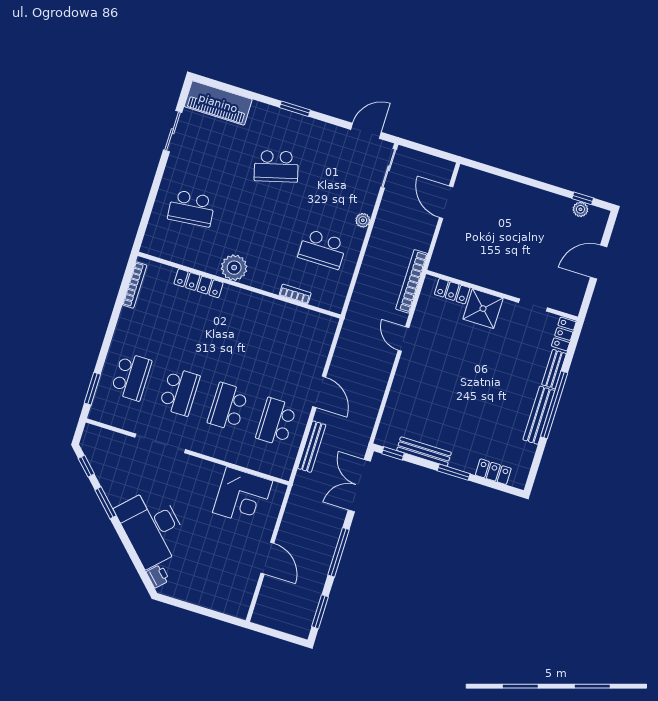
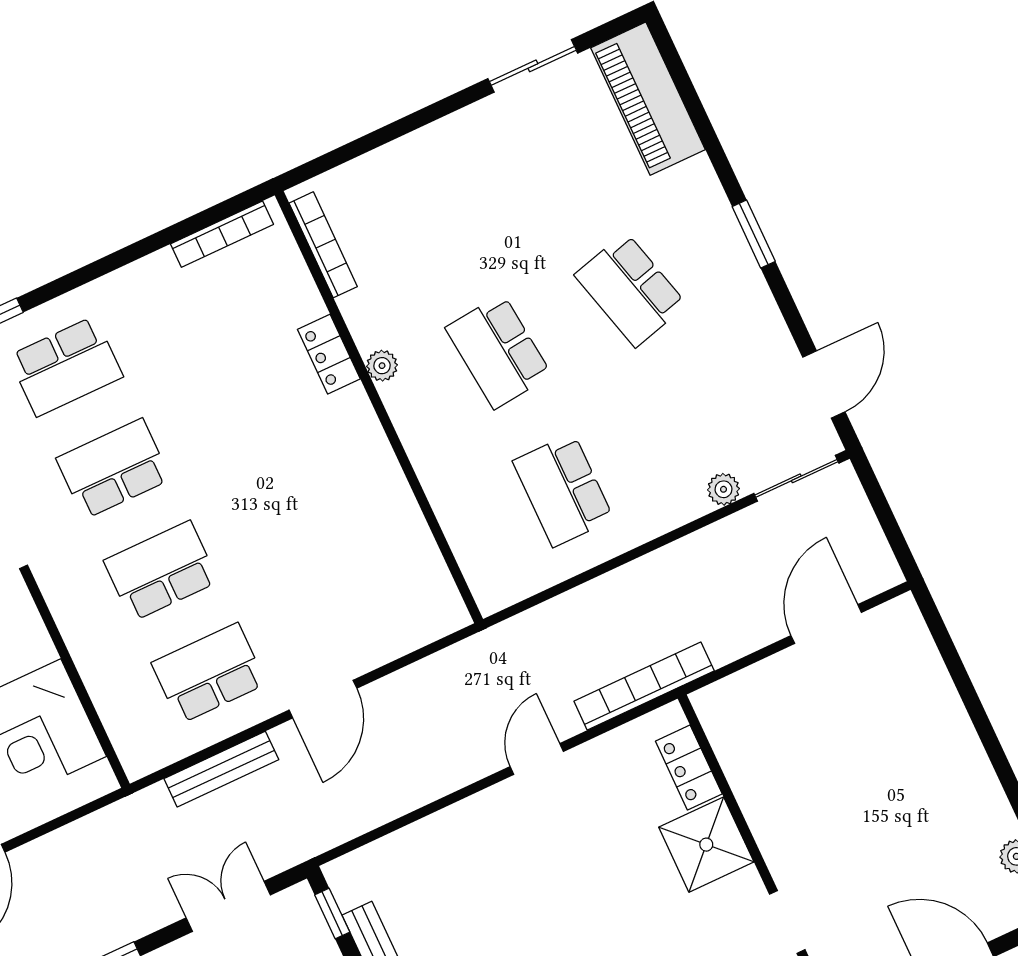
door: (366, 131) -> (824, 384), hinge flipped
school desk: (191, 208) -> (498, 351), moved
plant: (363, 220) -> (724, 489), moved
plant: (234, 268) -> (382, 366), width x0.53, depth x0.53
locker: (199, 283) -> (329, 354), width x0.66
bookcase: (295, 294) -> (323, 245), moved, width x1.56
school desk: (180, 392) -> (113, 469), turned 180
double door: (359, 486) -> (228, 906), width x0.73

